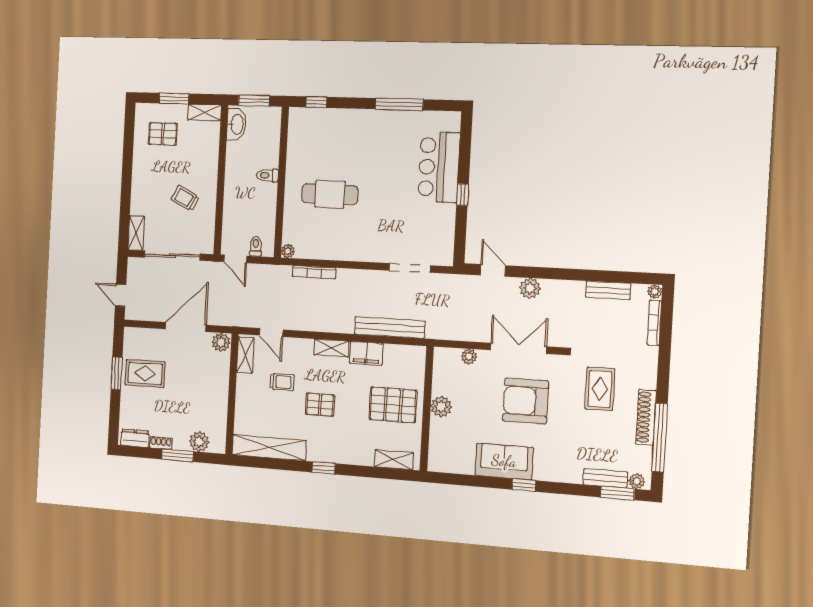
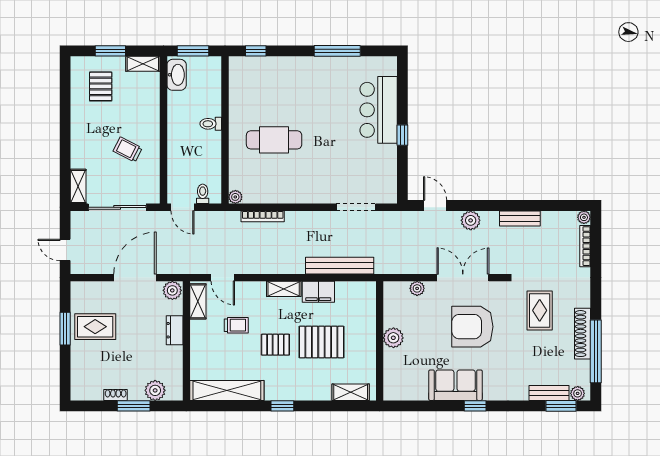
pallet: (163, 134) -> (101, 86), turned 90
bench: (608, 290) -> (520, 218), moved
pallet: (393, 405) -> (321, 342), moved
dresser: (135, 438) -> (175, 330), moved, turned -90

